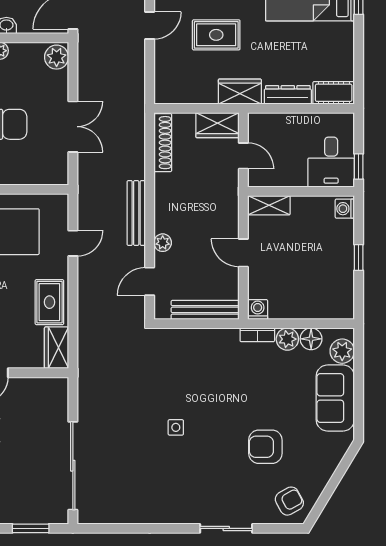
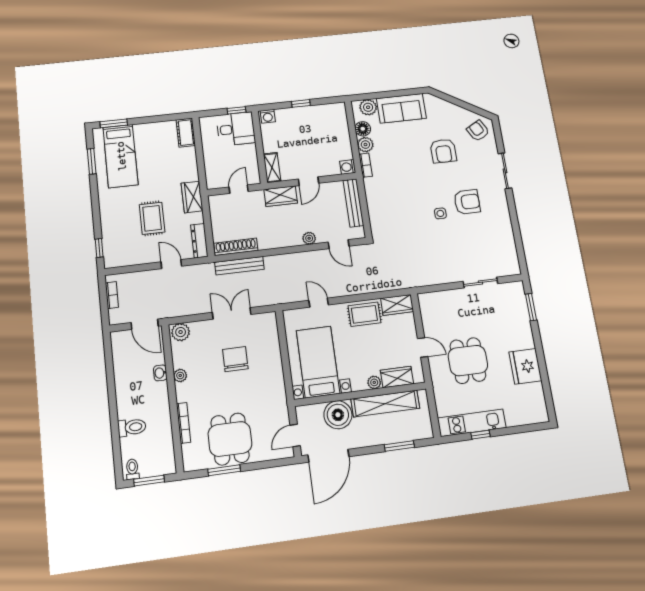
door: (150, 25) -> (171, 264), moved
dresser: (288, 95) -> (199, 241), moved
wardrobe: (217, 125) -> (281, 196), moved, turned 90
bench: (136, 213) -> (239, 266), moved
sliding door: (73, 466) -> (480, 282), width x0.54
armchair: (188, 467) -> (467, 202), added

